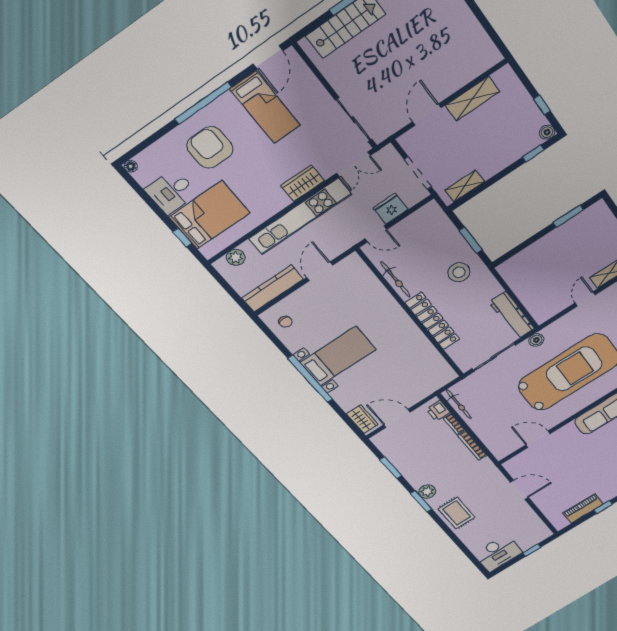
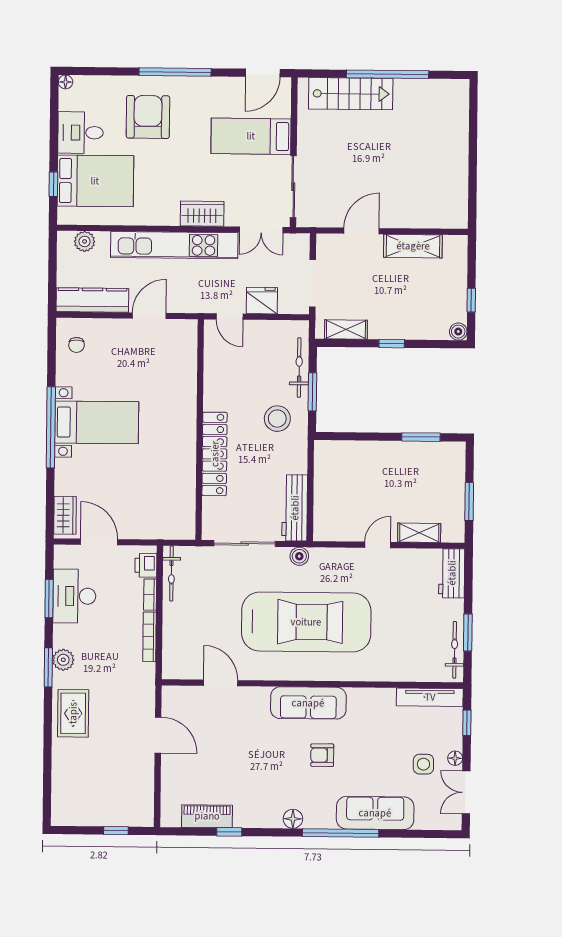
bed: (265, 107) -> (251, 136), moved, turned 90
window: (533, 153) -> (392, 344), moved
bicycle: (396, 279) -> (299, 368), moved, turned 180
desk: (498, 553) -> (74, 596), moved, turned 90

